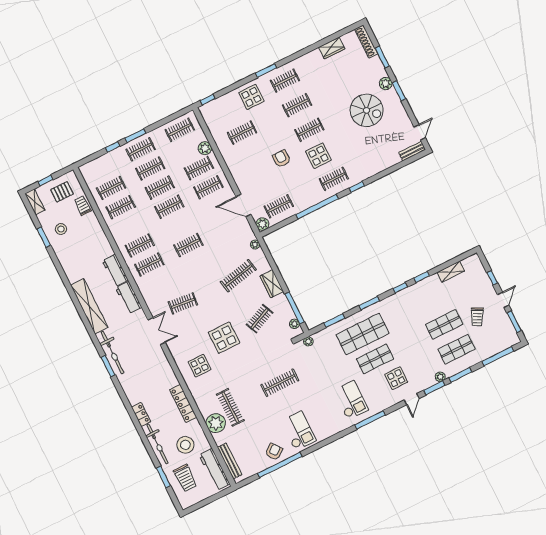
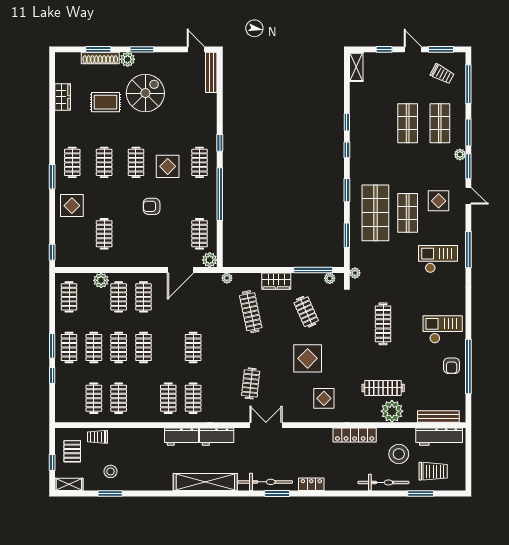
shoe rack: (366, 42) -> (100, 58), moved
rug: (344, 83) -> (106, 102), added
bench: (412, 151) -> (211, 72), width x1.36
shelving: (451, 272) -> (356, 67), moved
trolley: (477, 317) -> (442, 74), moved
locker: (141, 415) -> (311, 484), moved
armchair: (274, 452) -> (452, 366), turned -142

